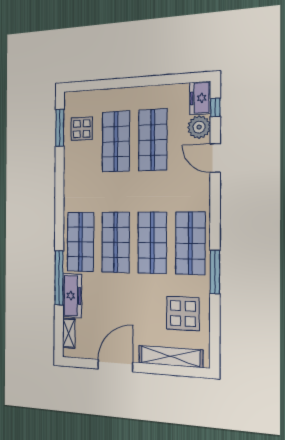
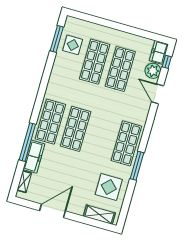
shop shelf: (152, 243) -> (101, 136), removed
shelving: (170, 356) -> (99, 215), width x0.68

